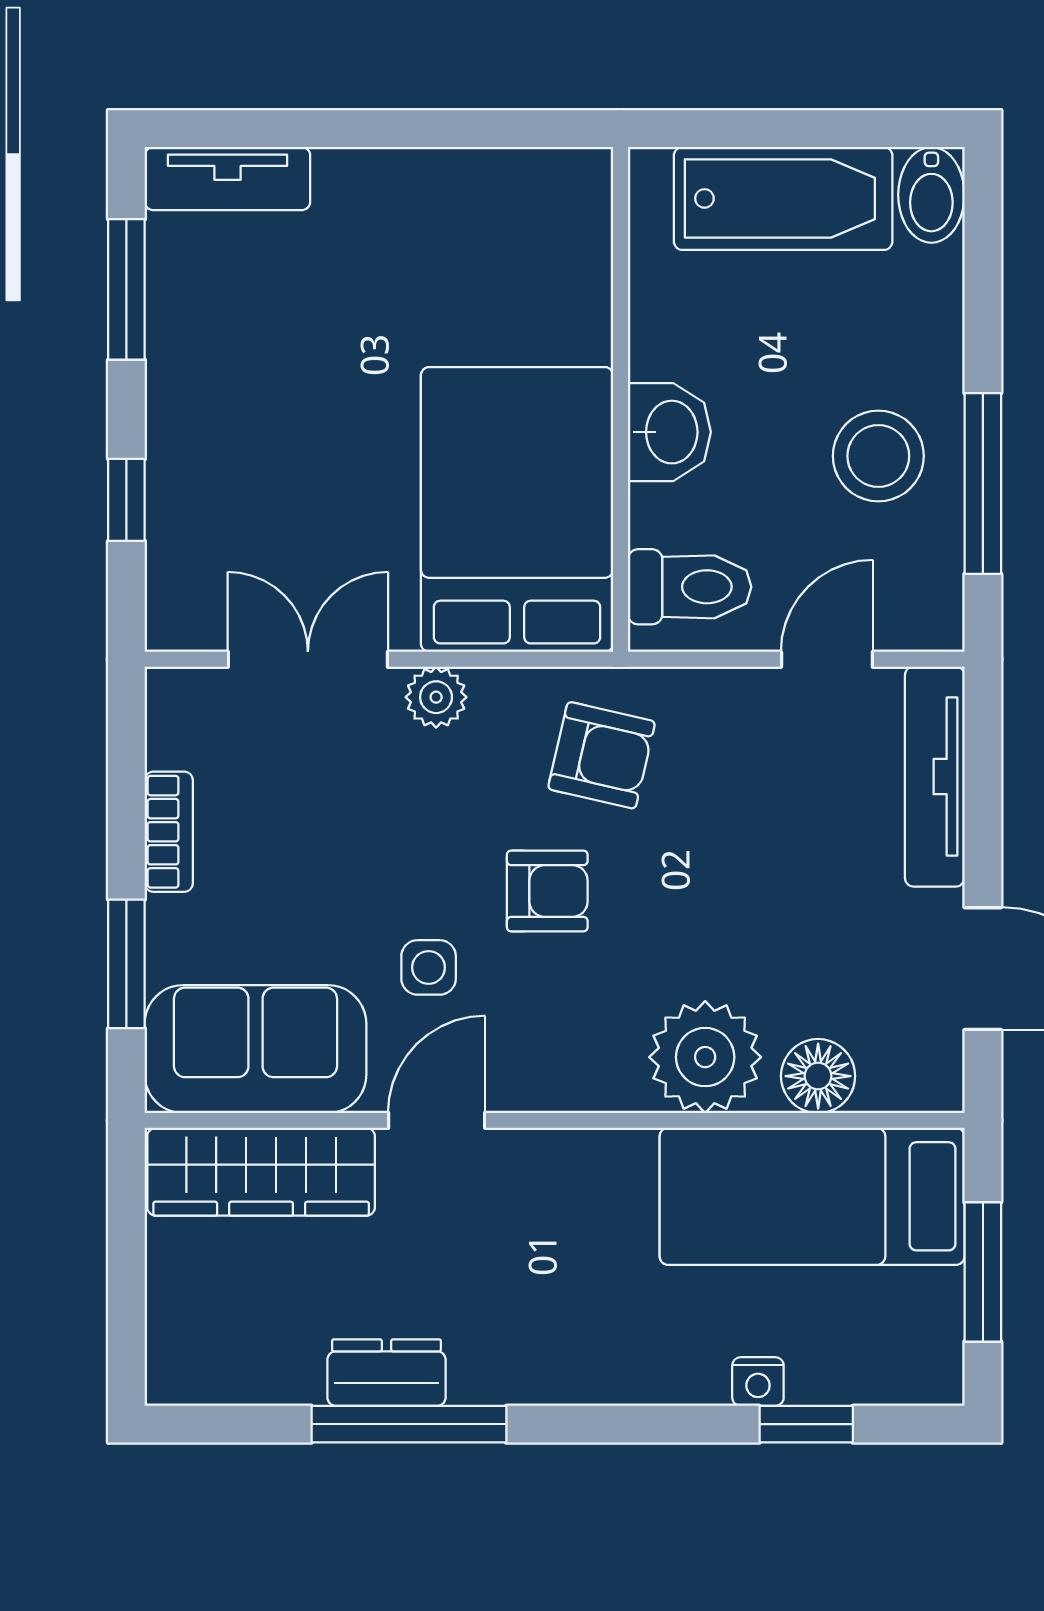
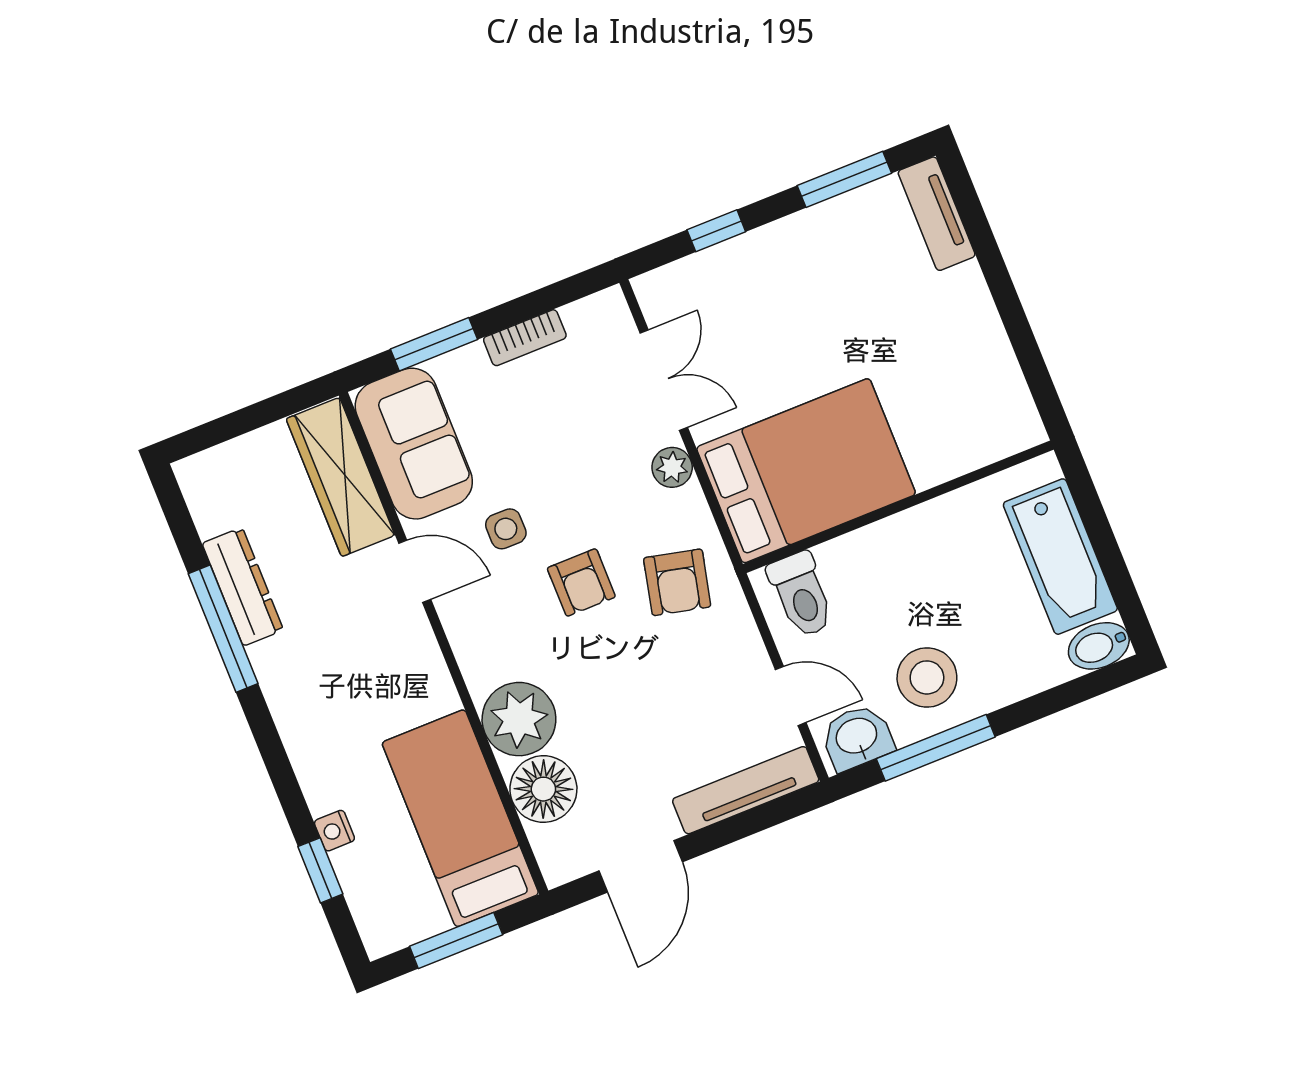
washbasin: (669, 432) -> (857, 737), moved, turned 180
floor lamp: (818, 1076) -> (543, 789), width x1.38, depth x1.38
dresser: (387, 1373) -> (243, 587), width x1.44

